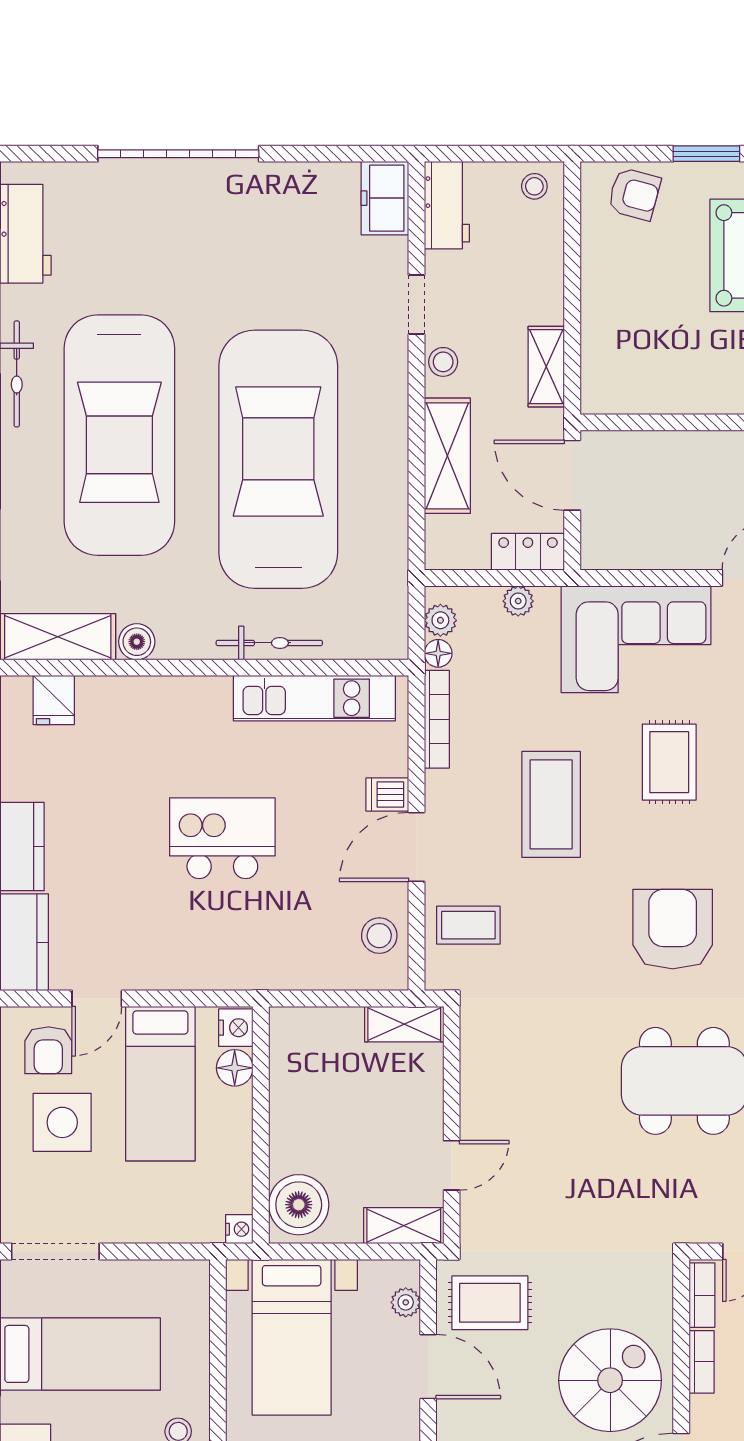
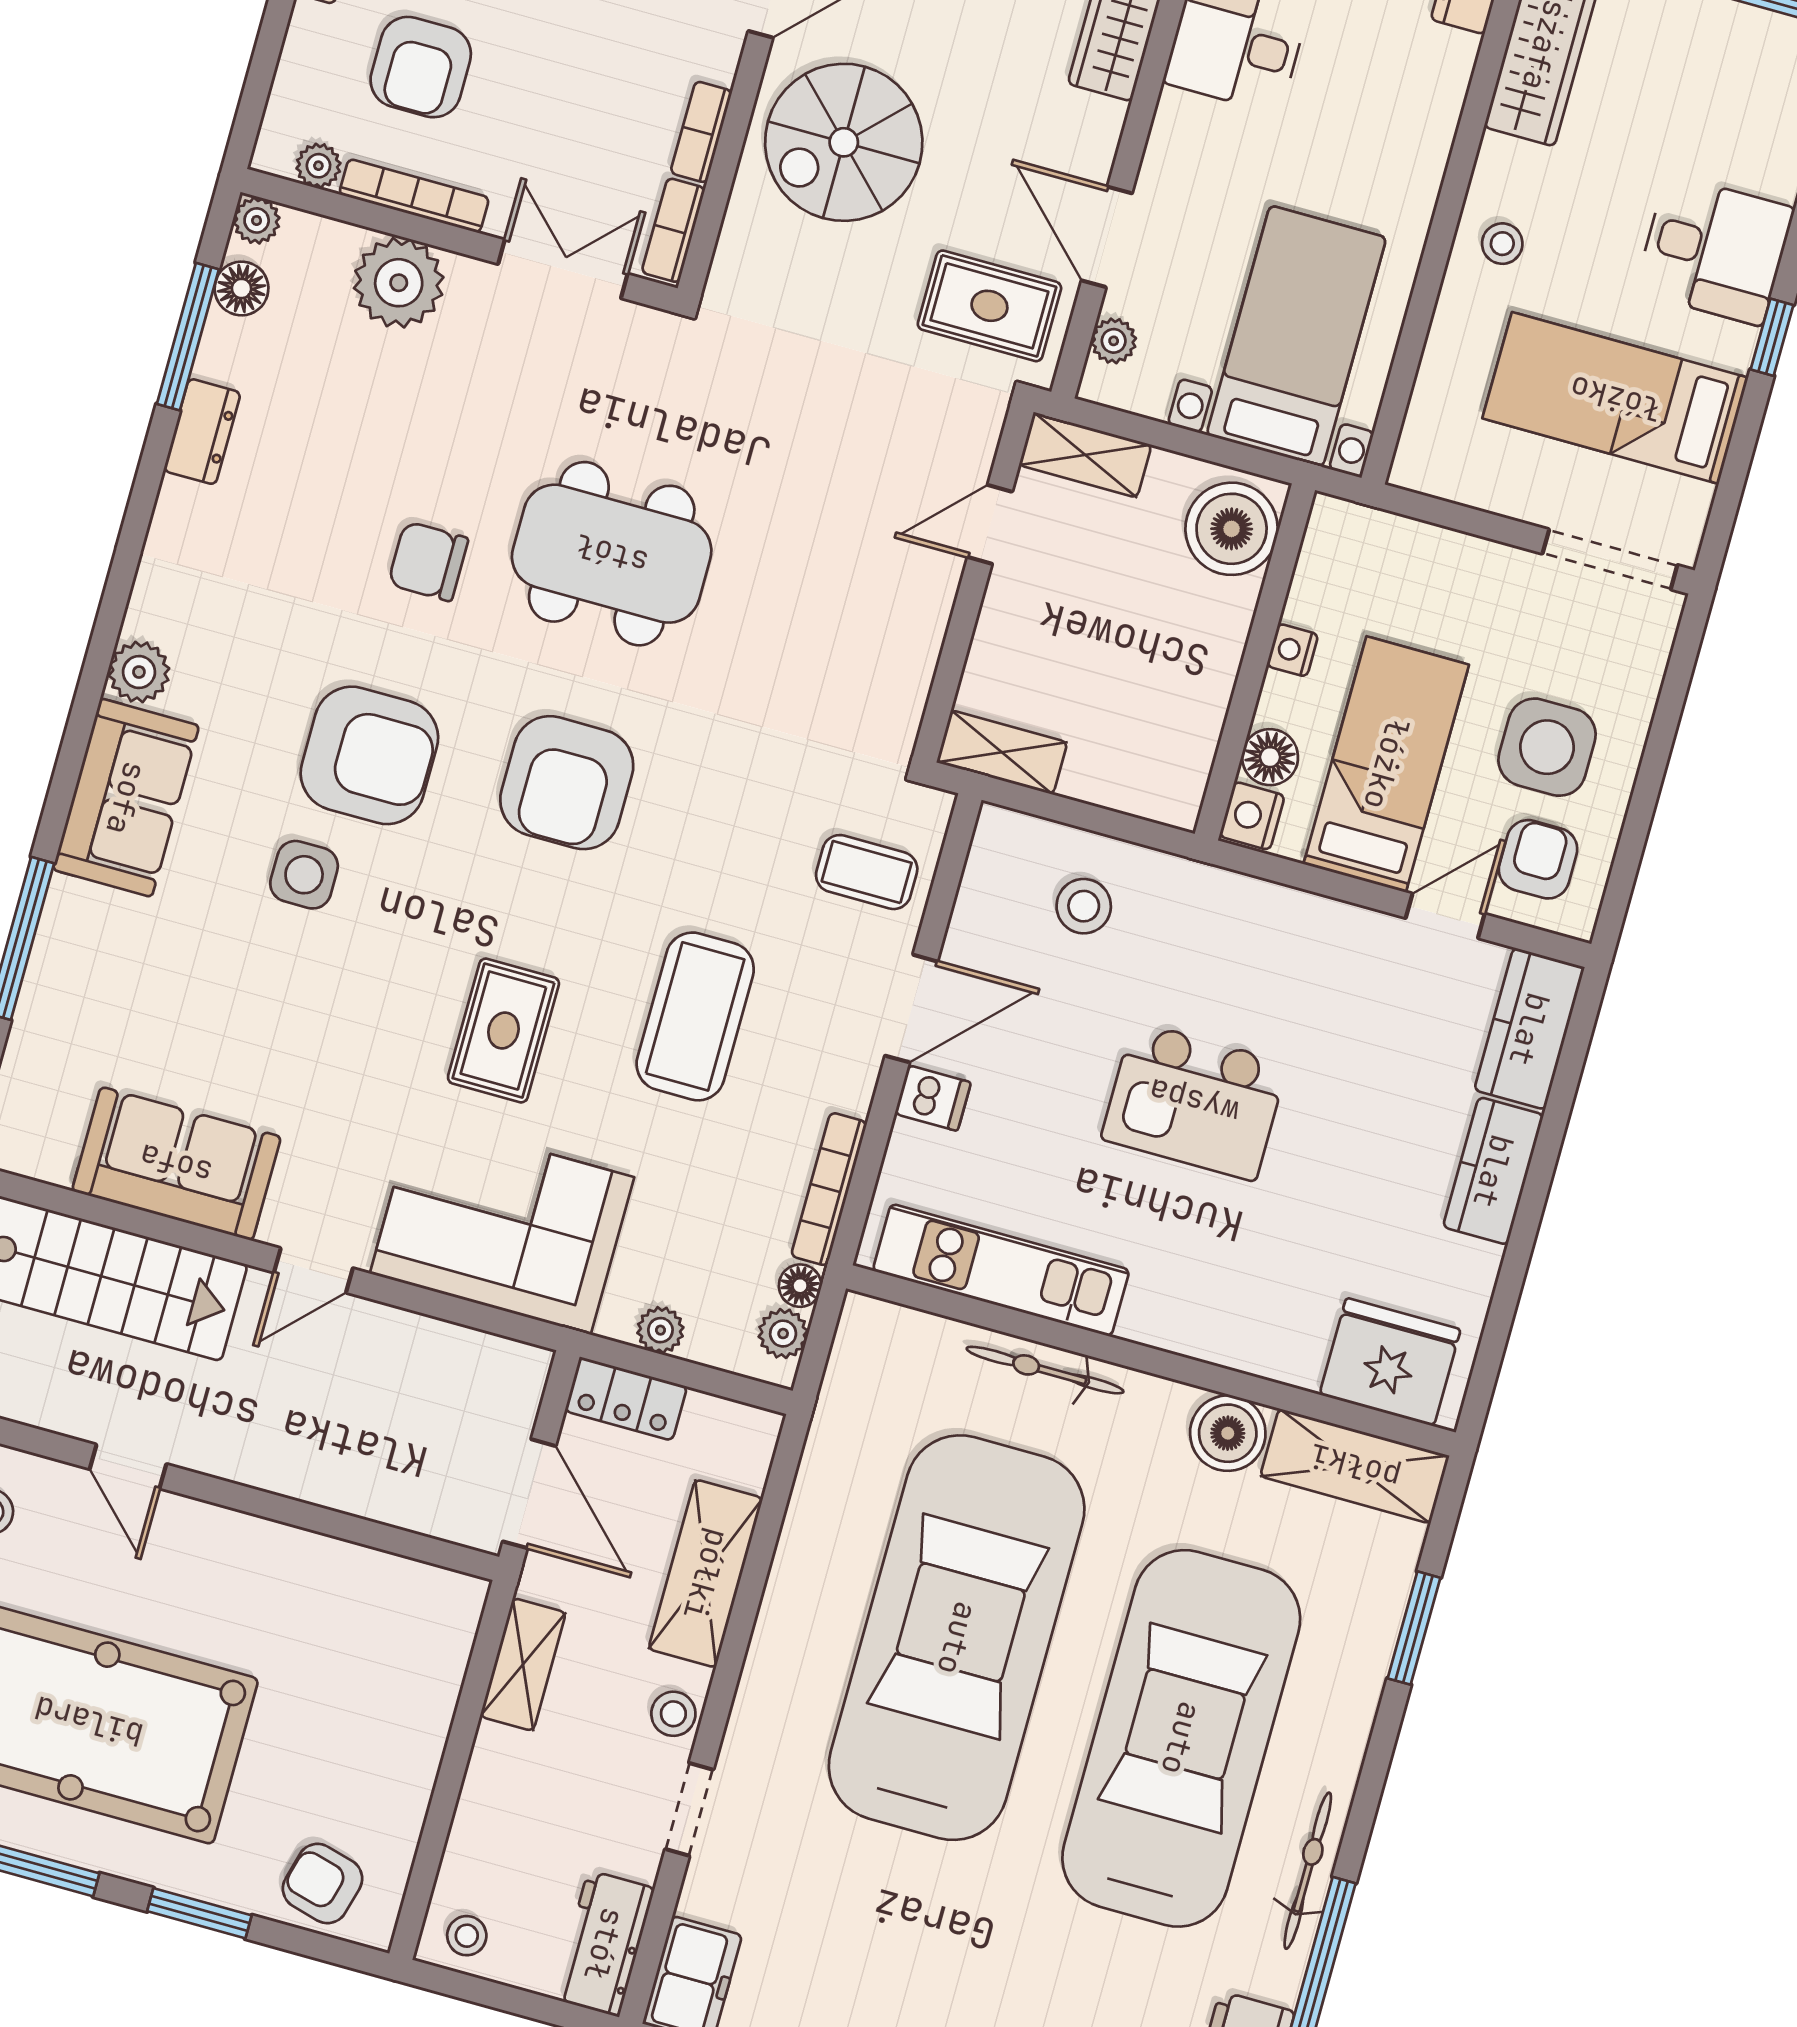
car: (278, 459) -> (957, 1638), turned 180
boiler: (137, 642) -> (1228, 1433), width x1.36, depth x1.36
fridge: (54, 700) -> (1390, 1362), width x1.88, depth x1.34
stool: (379, 936) -> (1084, 906), moved
nightstand: (239, 1229) -> (1292, 650), moved

